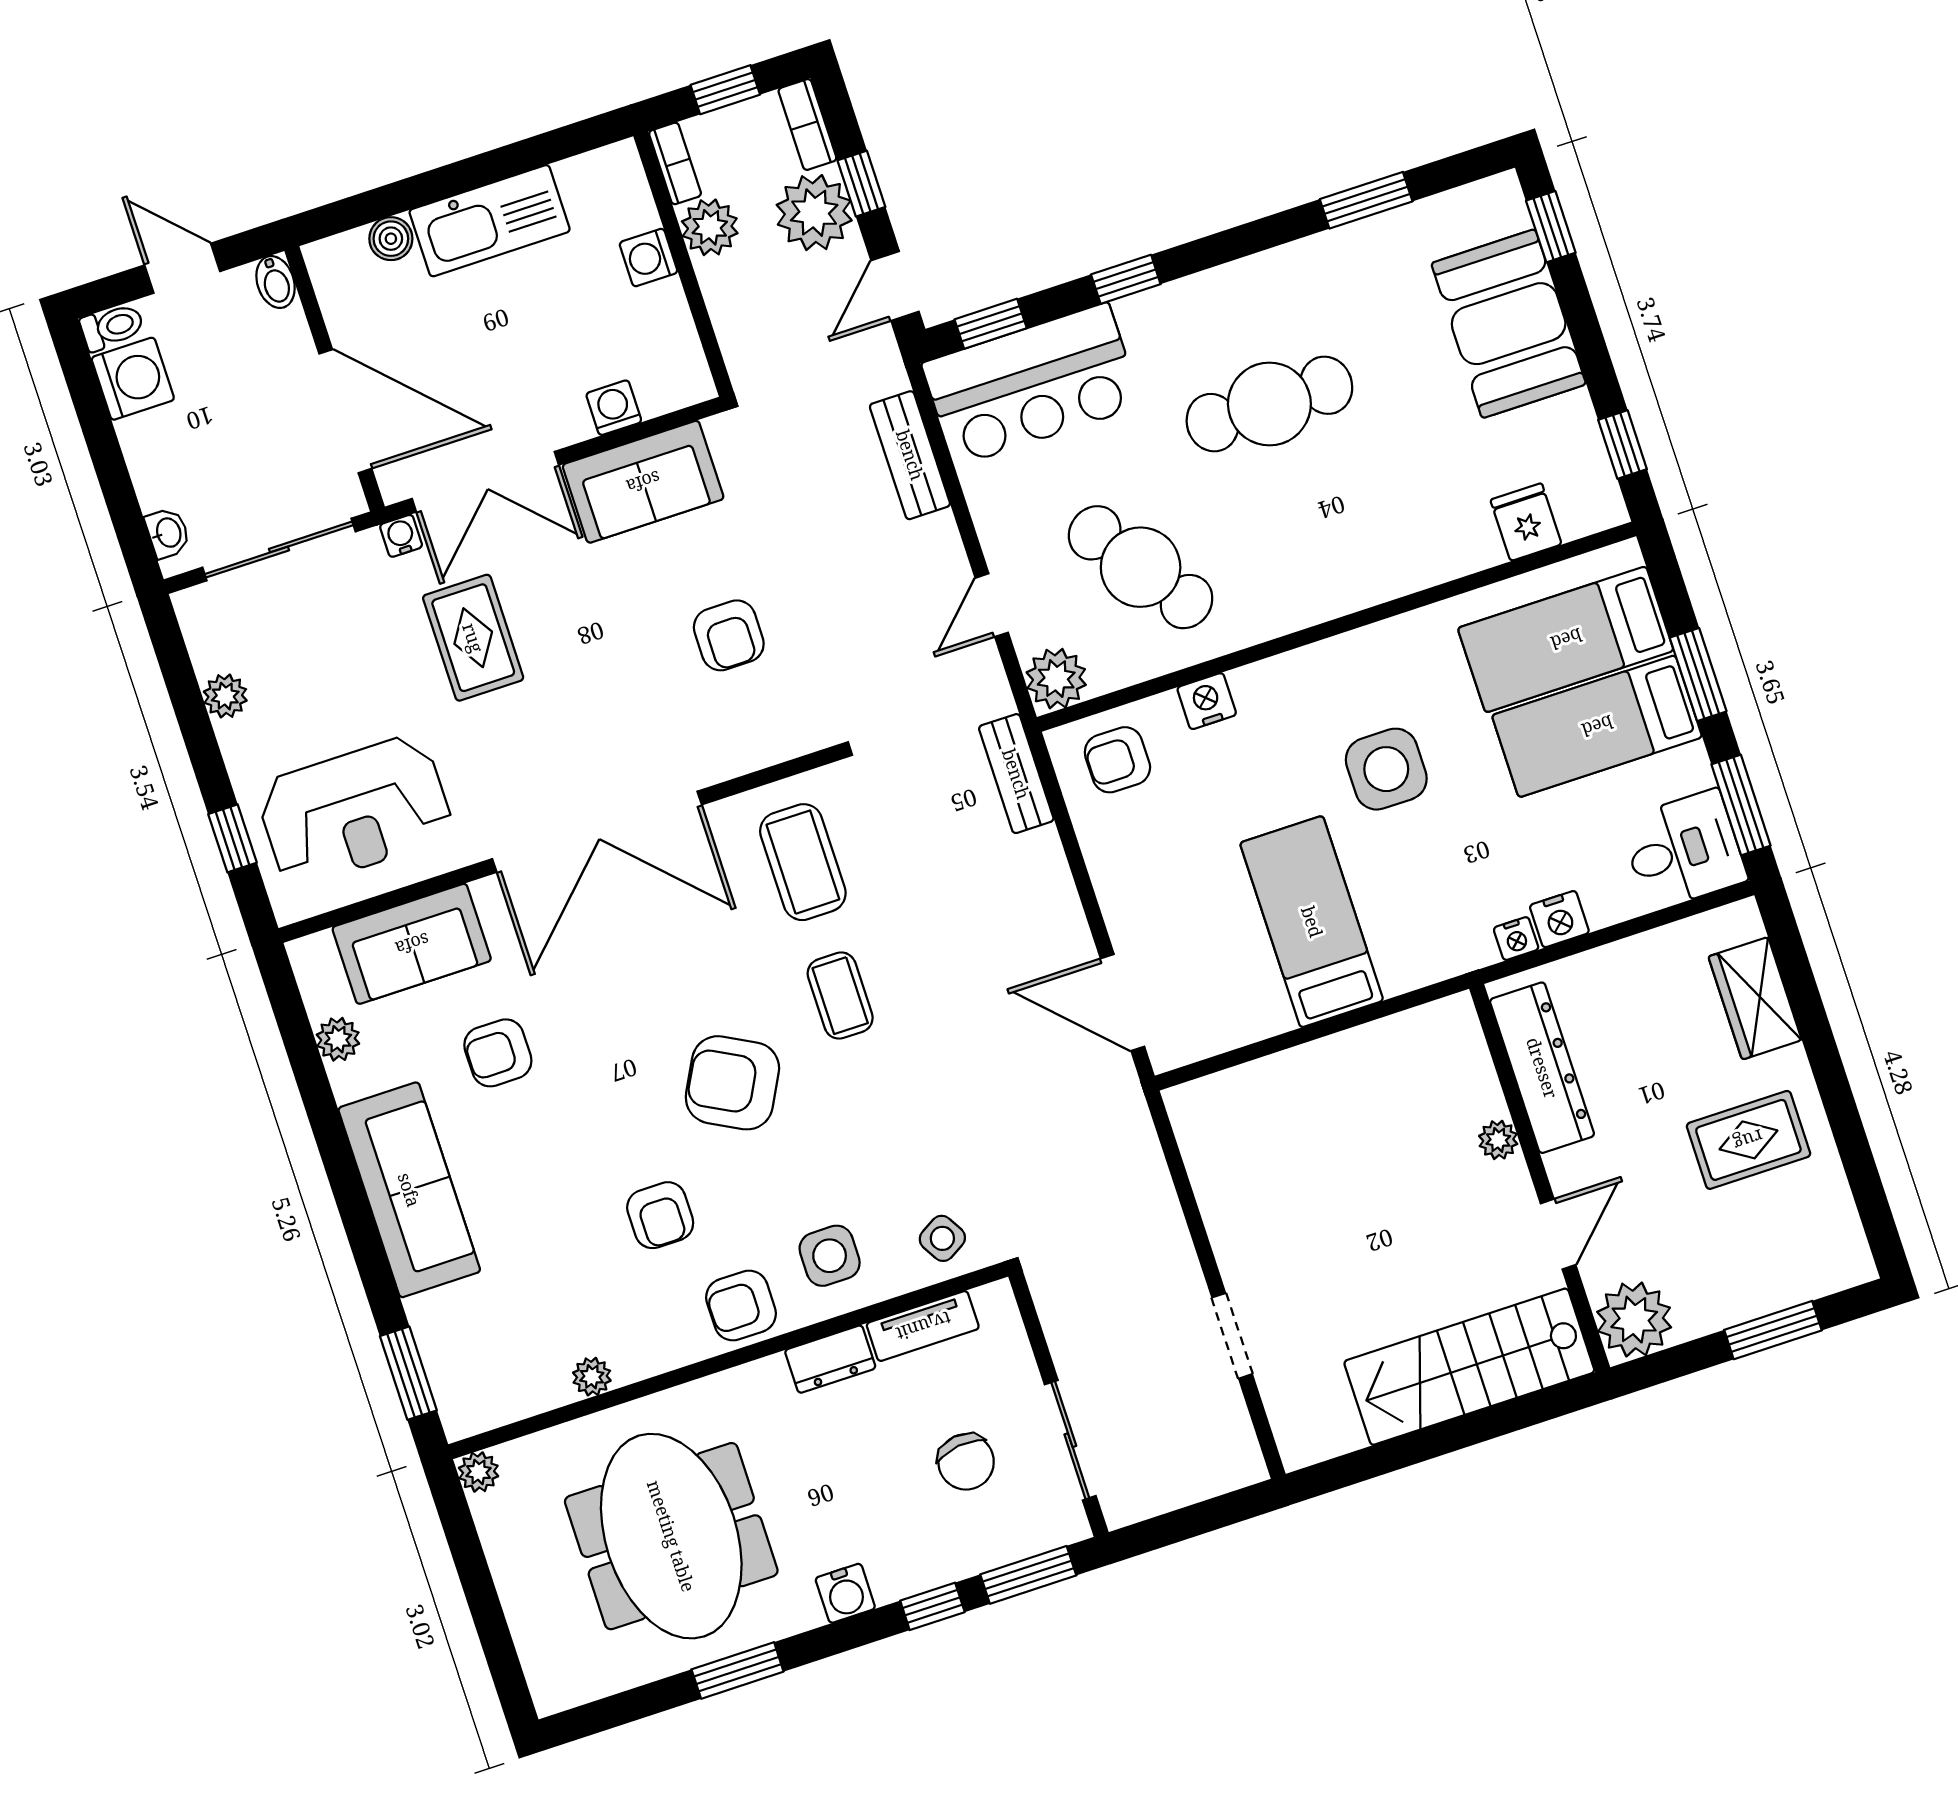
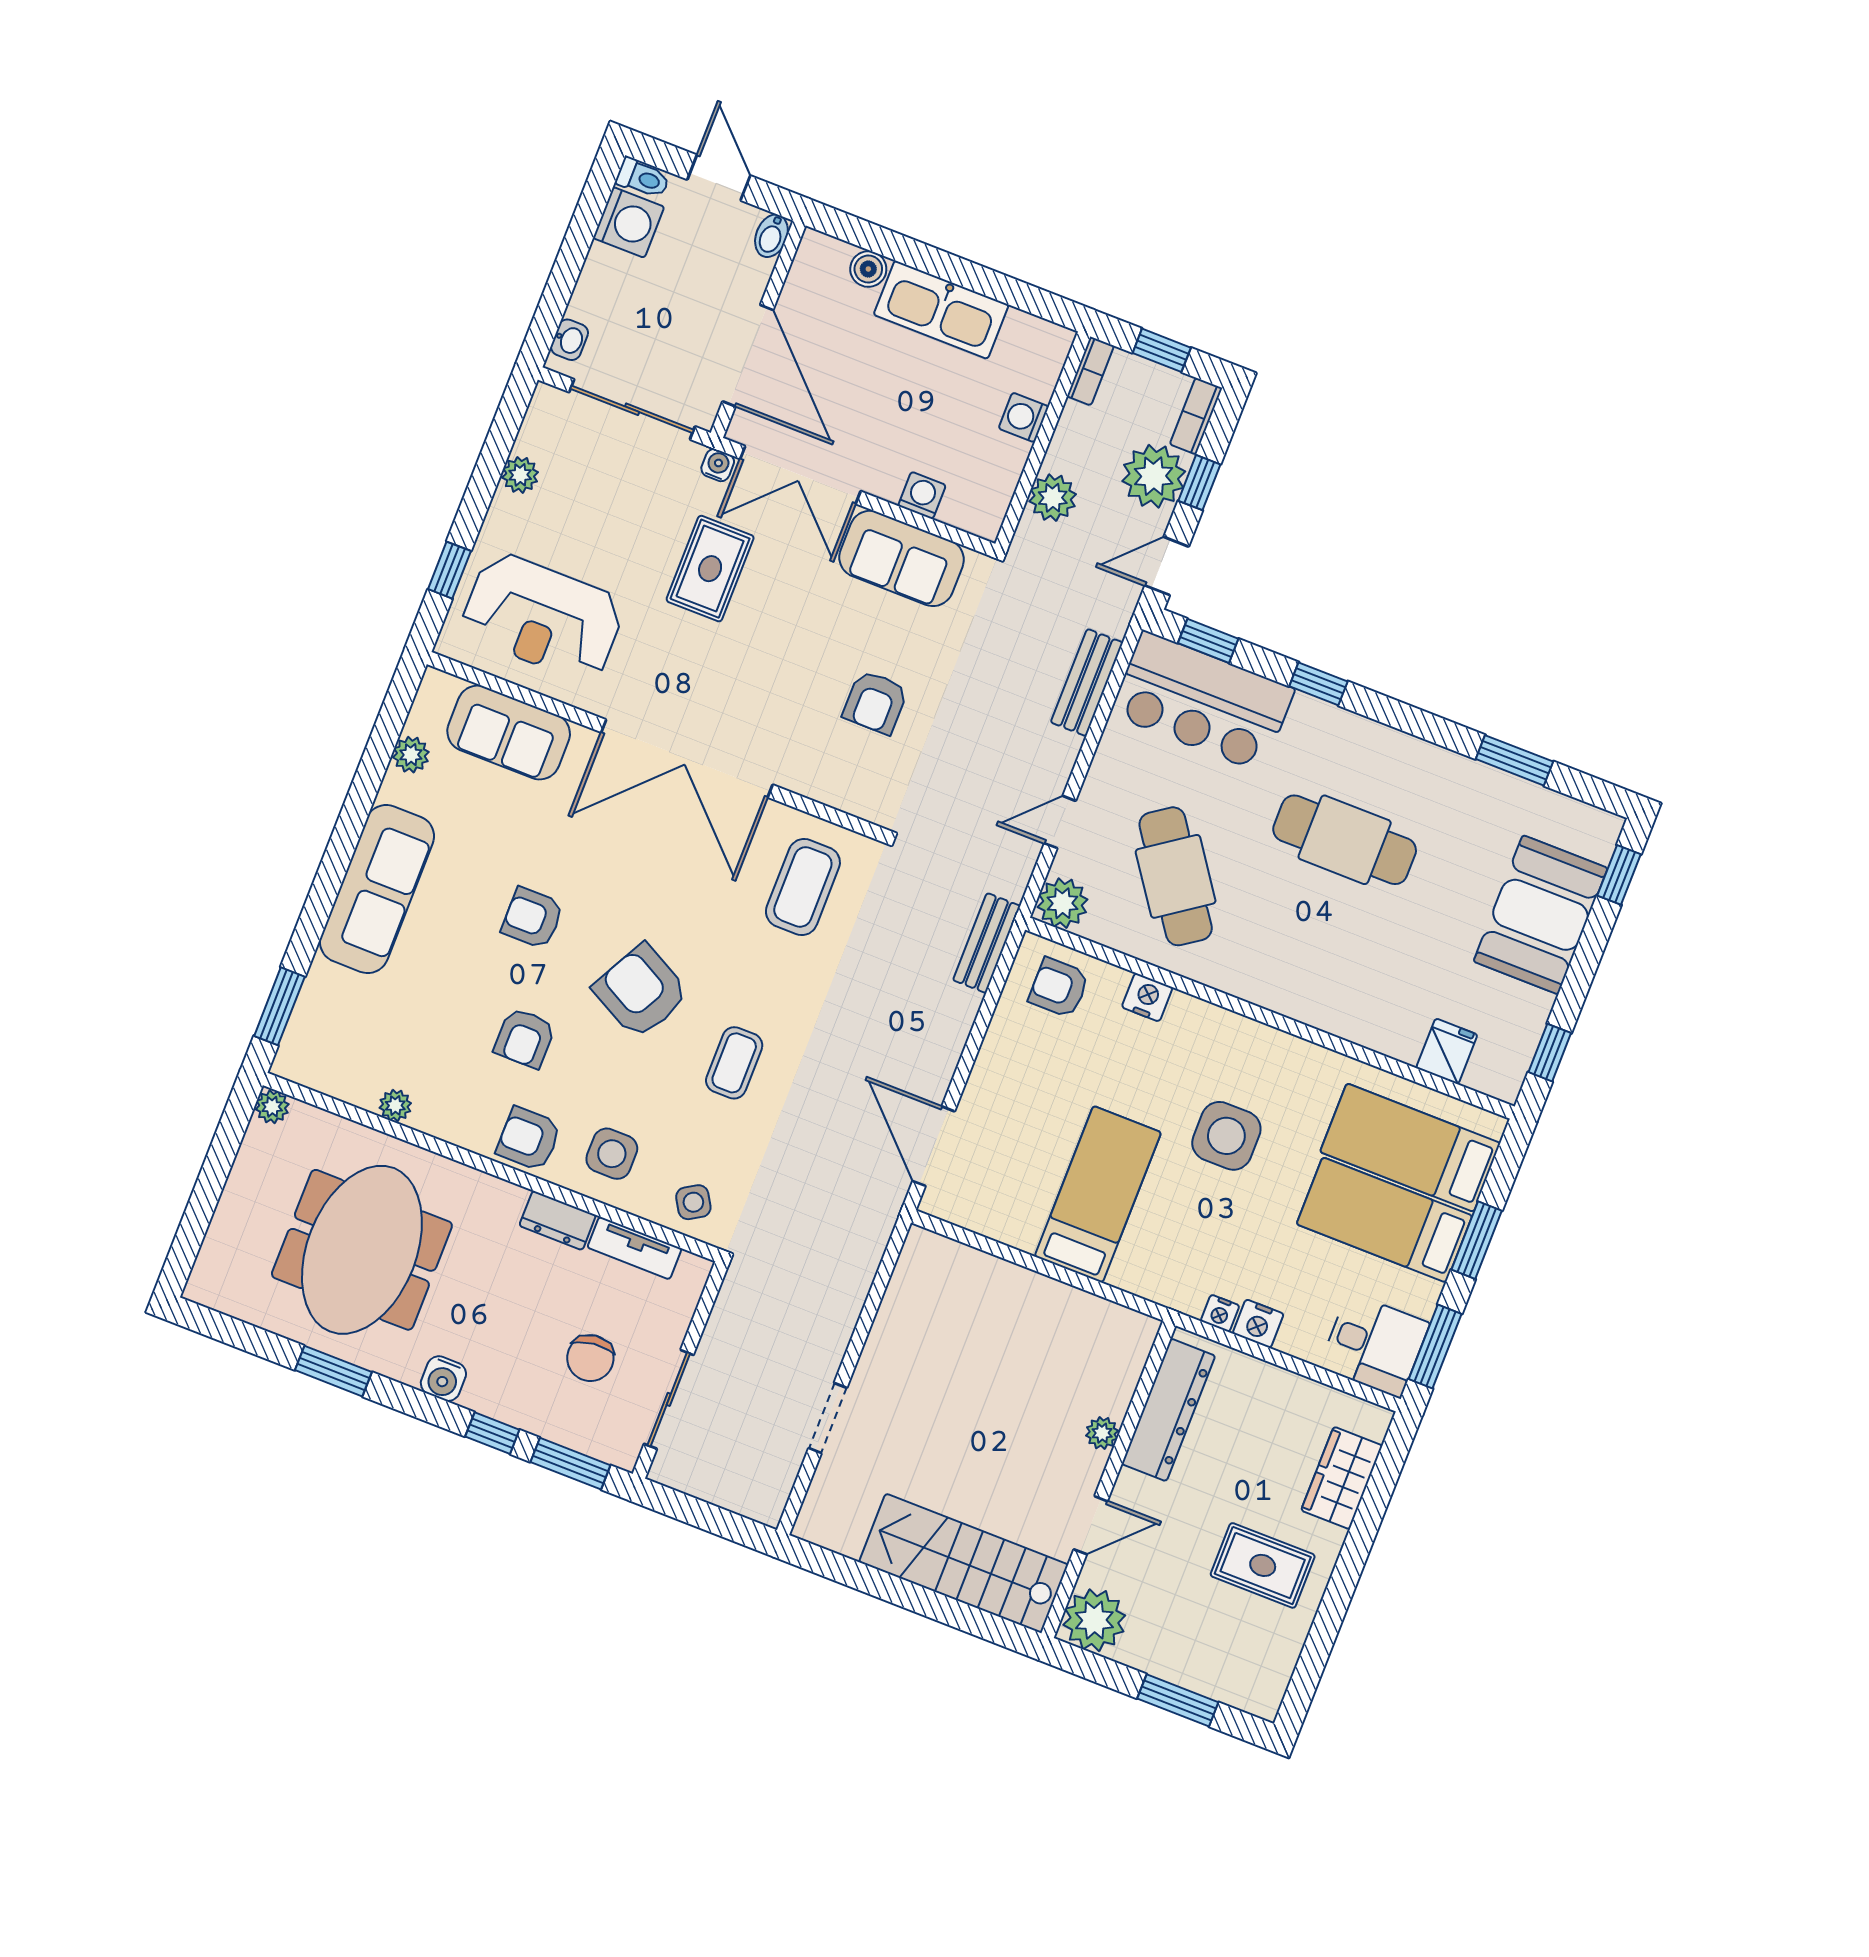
plant: (710, 227) -> (1053, 498), moved
coffee table: (840, 996) -> (734, 1063), moved
armchair: (498, 1053) -> (532, 918), moved

